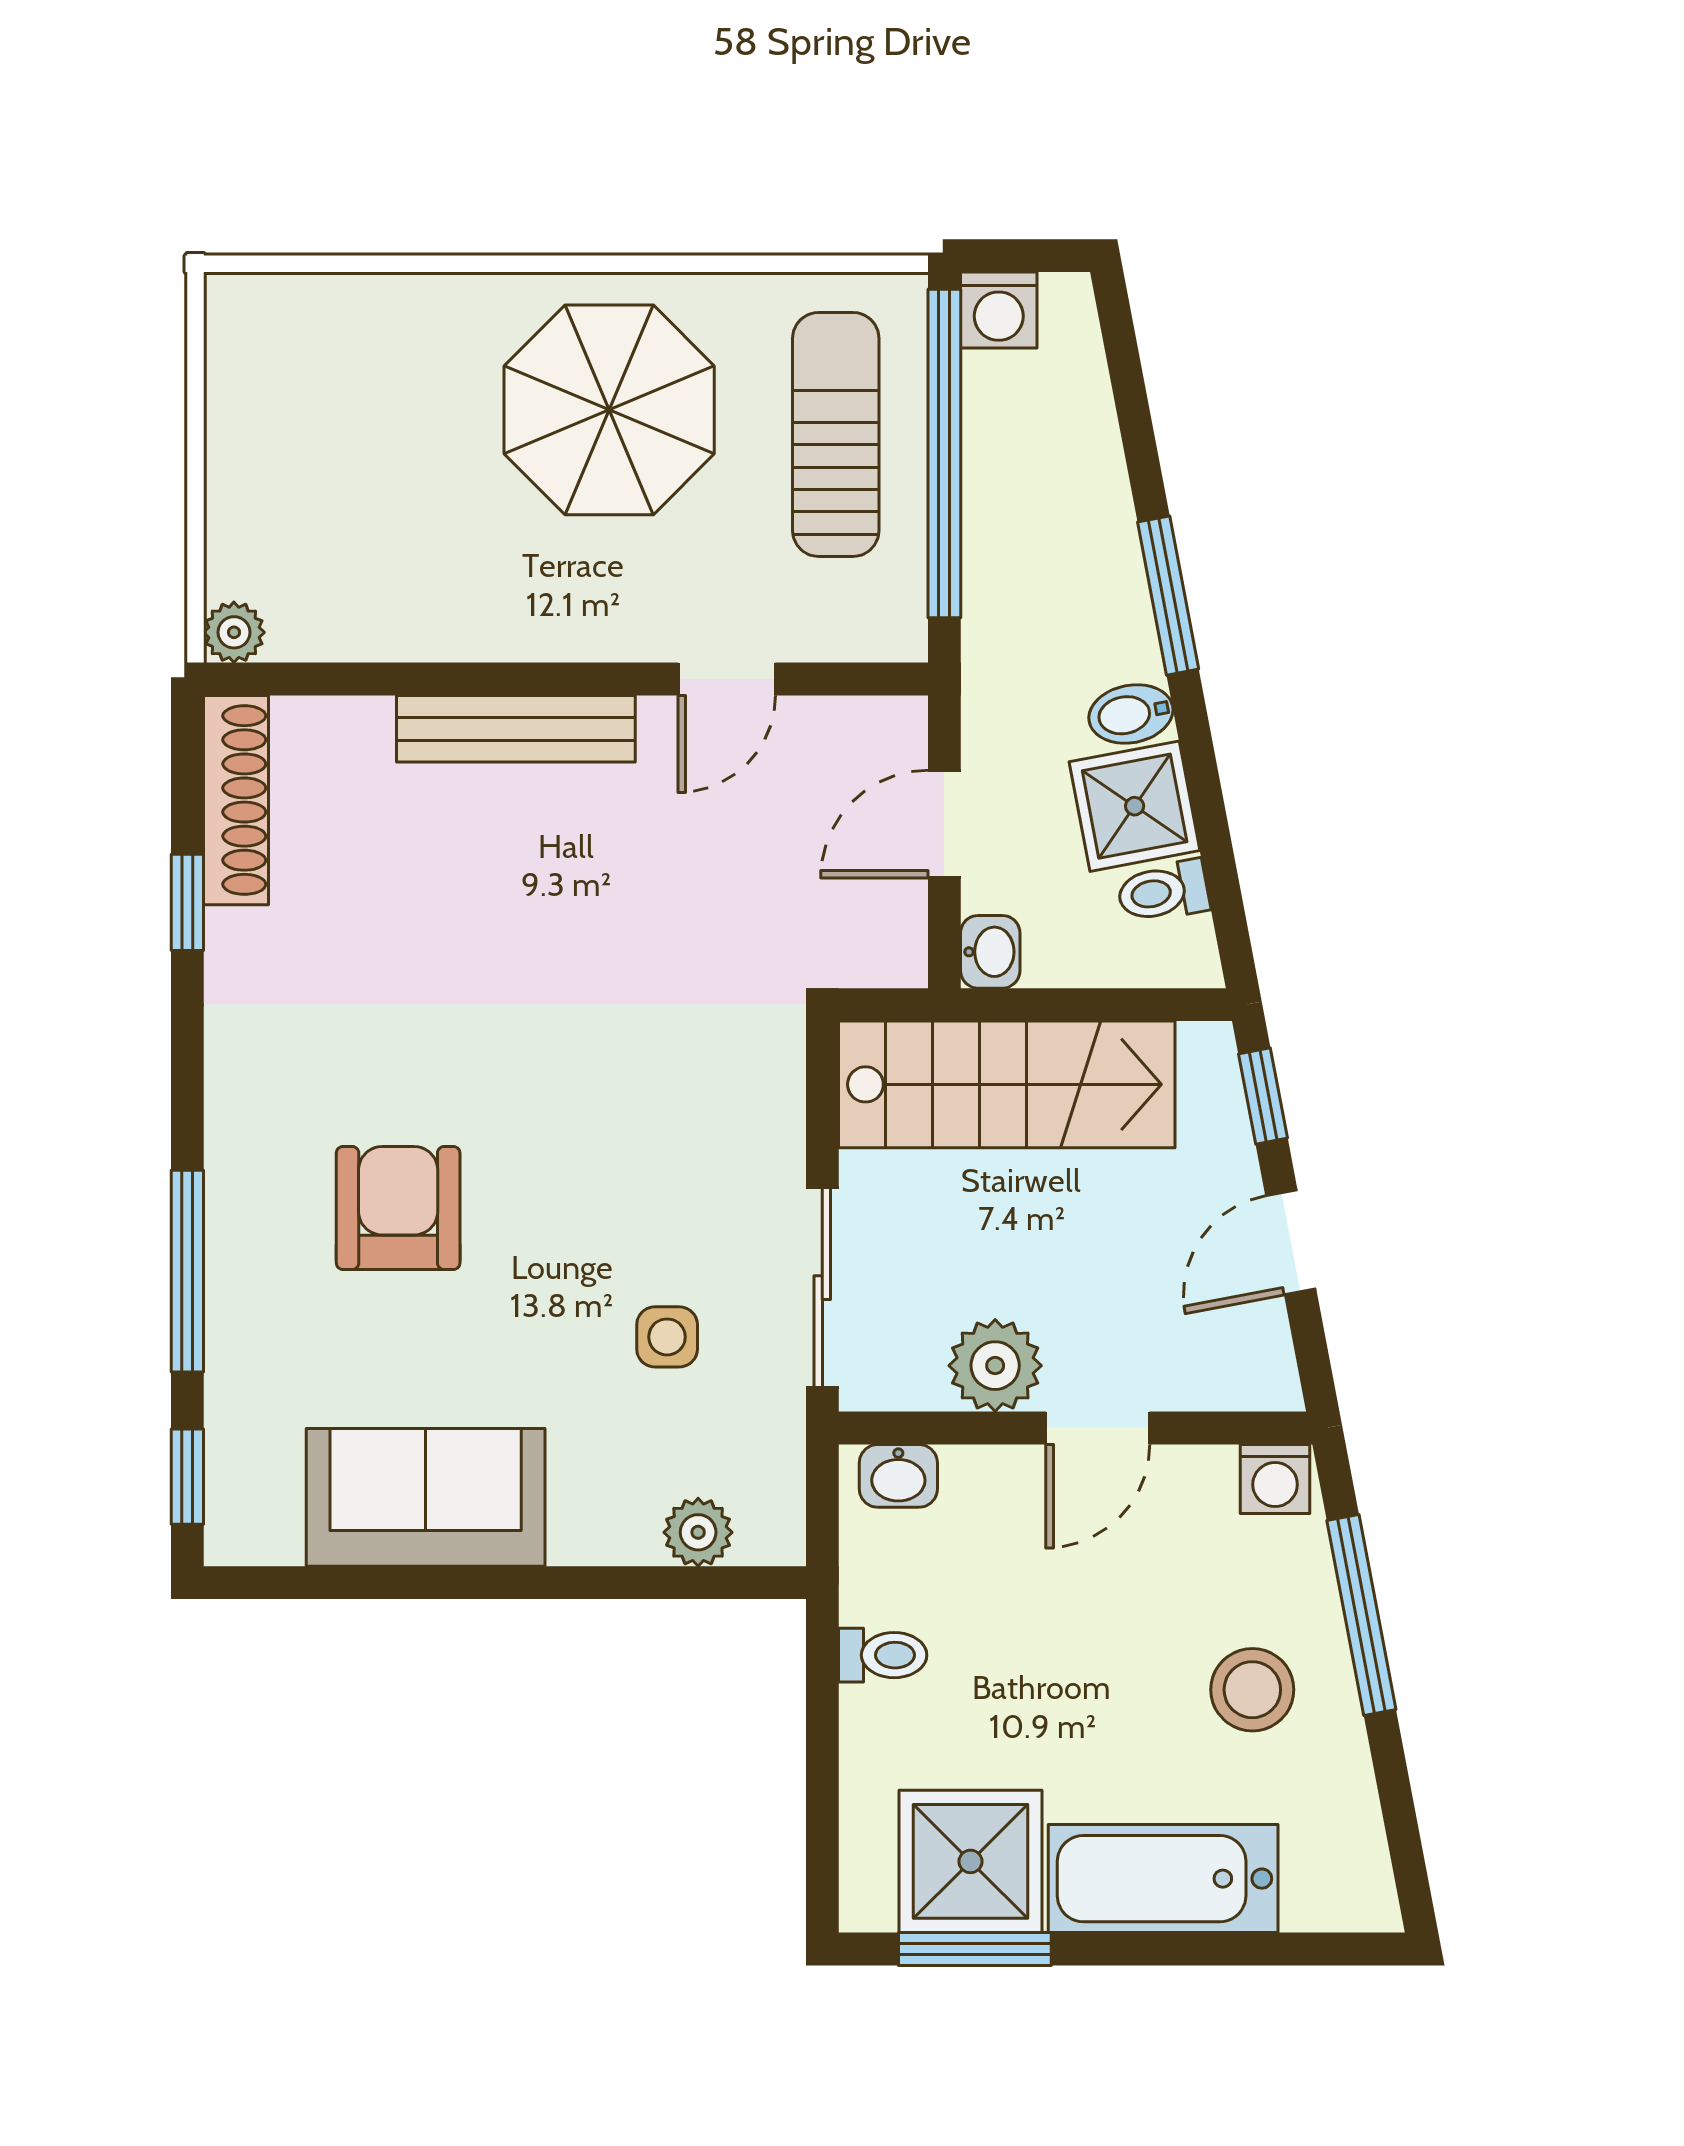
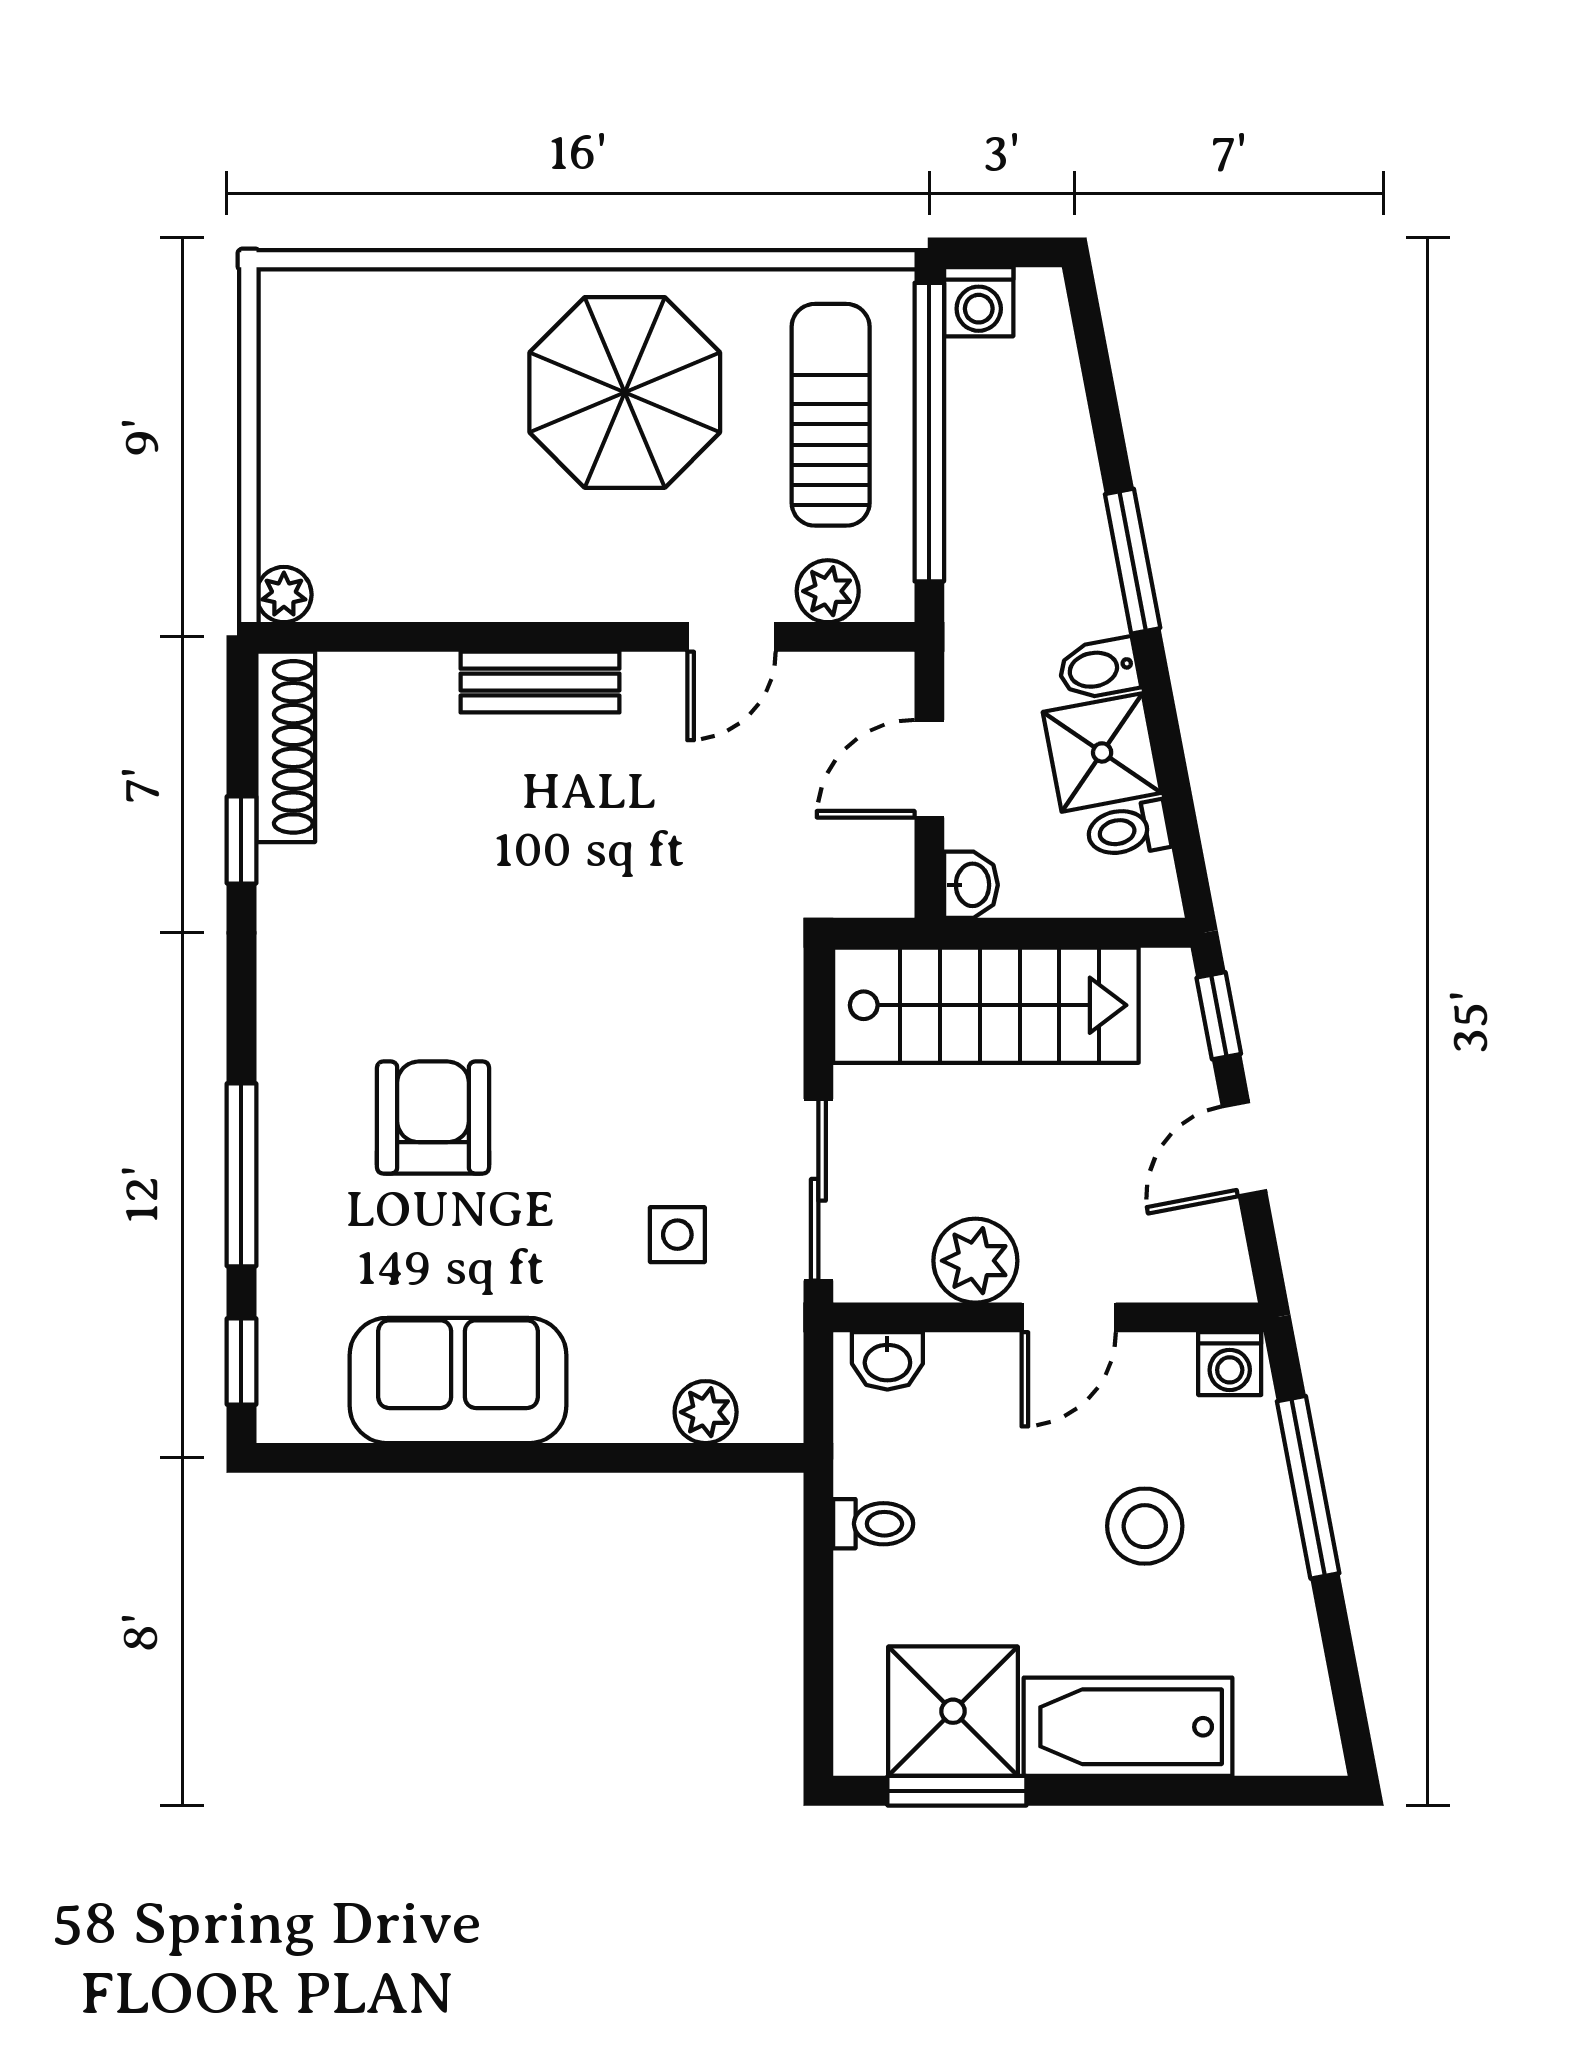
plant: (833, 629) -> (828, 591), added
bench: (516, 729) -> (540, 682), width x0.73
stool: (1252, 1690) -> (1145, 1526), moved

